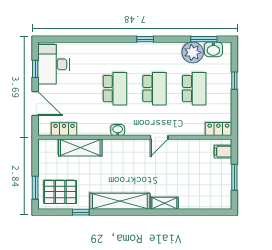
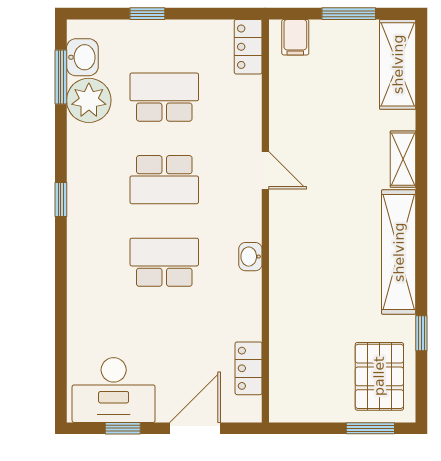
school desk: (155, 89) -> (164, 180), turned 180
shelving: (80, 148) -> (398, 64), moved

